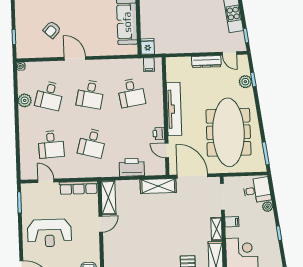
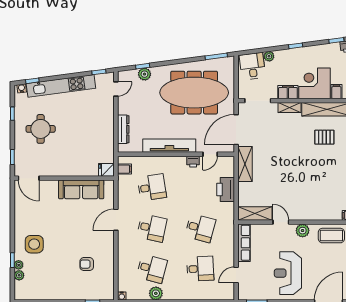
armchair: (52, 30) -> (87, 264), turned 137
door: (75, 58) -> (116, 220), moved
dresser: (206, 62) -> (123, 129), moved
filing cabinet: (232, 222) -> (288, 92), width x2.00
reception desk: (50, 233) -> (288, 273), turned 180
plant: (93, 246) -> (303, 231), added

